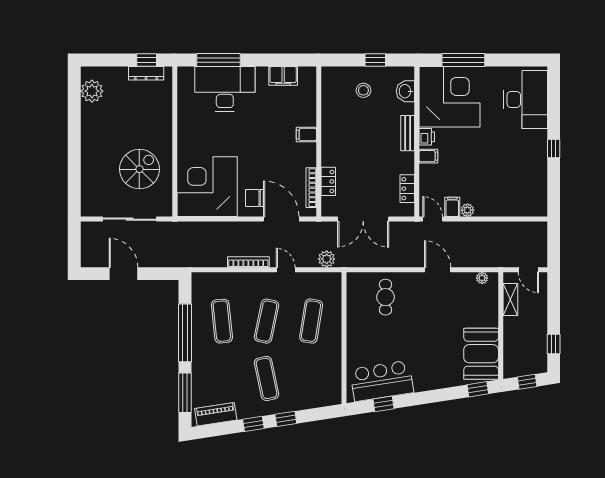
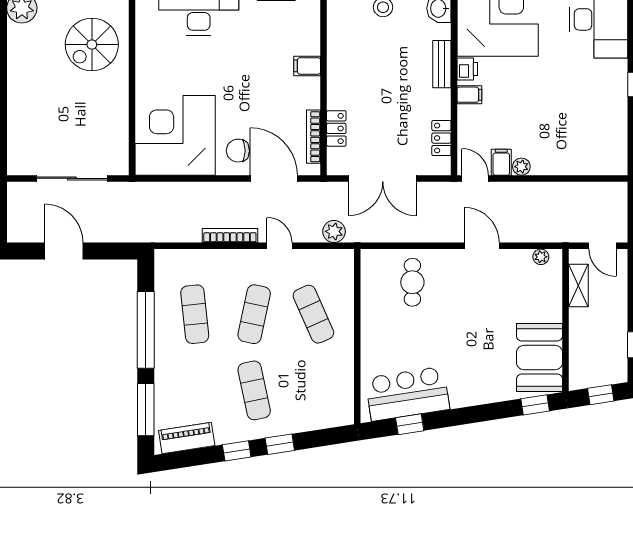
spiral stairs: (139, 169) -> (92, 45), moved, turned 180
exercise mat: (311, 321) -> (313, 314), turned -33

